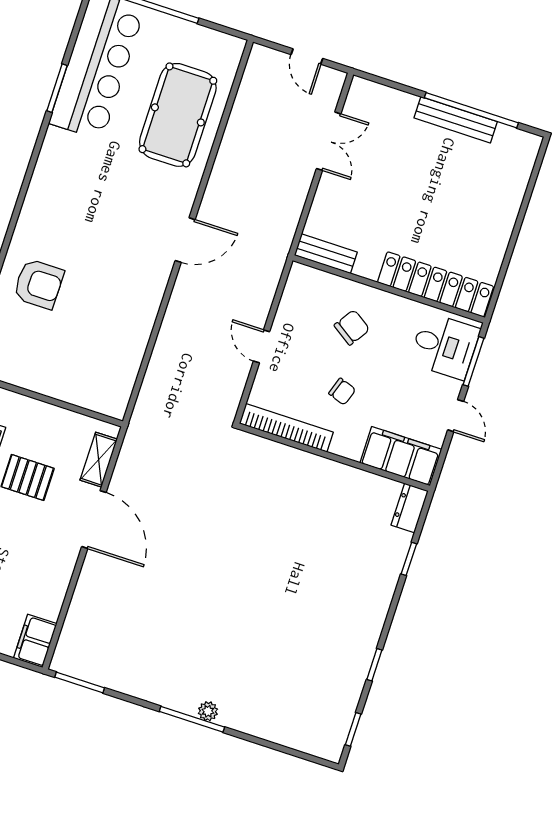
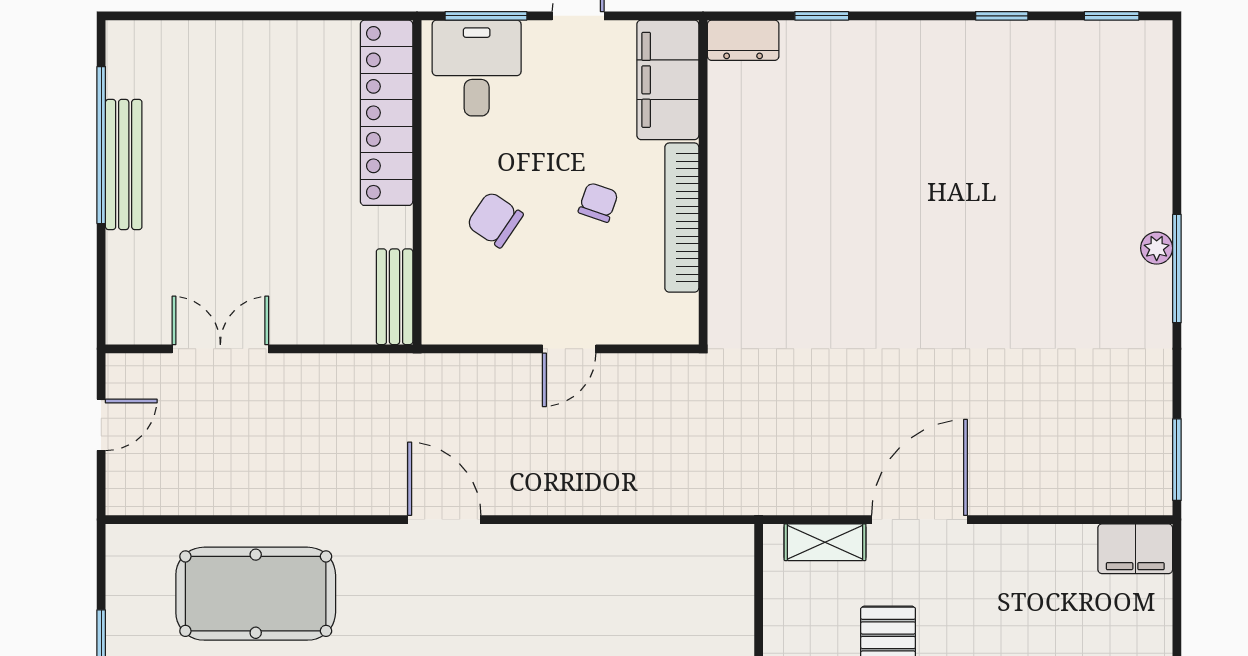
bookcase: (286, 428) -> (682, 218), moved

